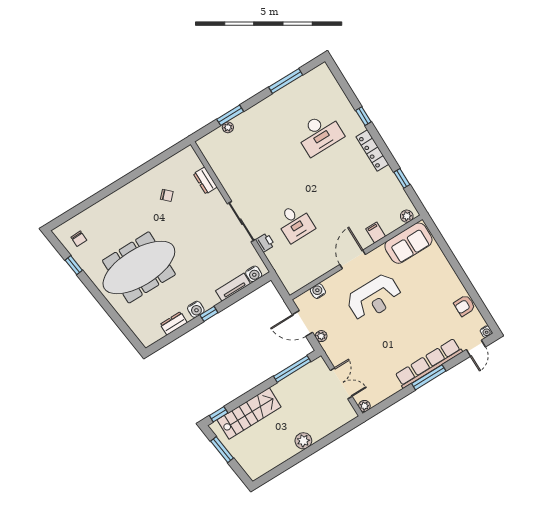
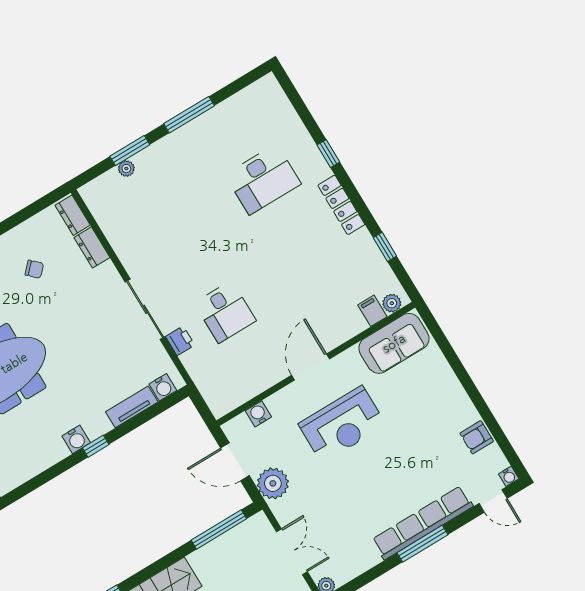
window: (286, 81) -> (189, 115), moved
filing cabinet: (376, 233) -> (372, 311), moved
dresser: (174, 323) -> (73, 215), moved, turned -90
plant: (321, 336) -> (273, 483), width x1.88, depth x1.88
door: (476, 348) -> (493, 501), hinge flipped

